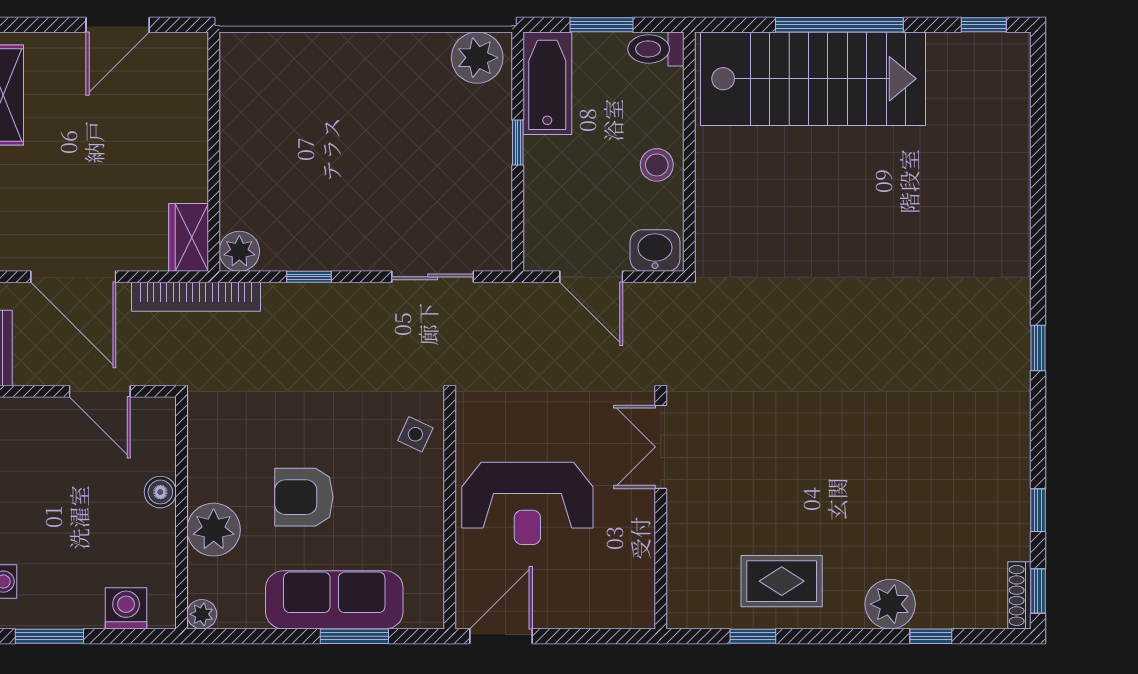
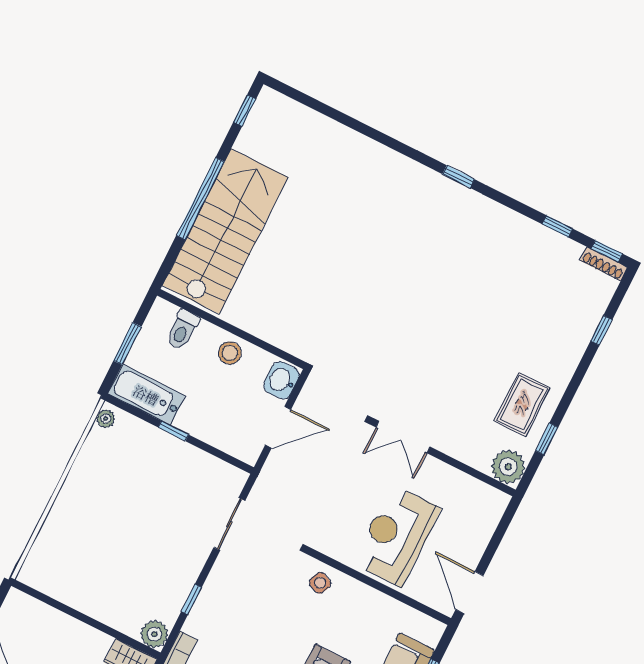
toilet: (656, 49) -> (182, 330), moved
plant: (477, 58) -> (106, 419), width x0.53, depth x0.53
reception desk: (527, 503) -> (397, 536), turned 180
plant: (890, 604) -> (508, 467), moved

